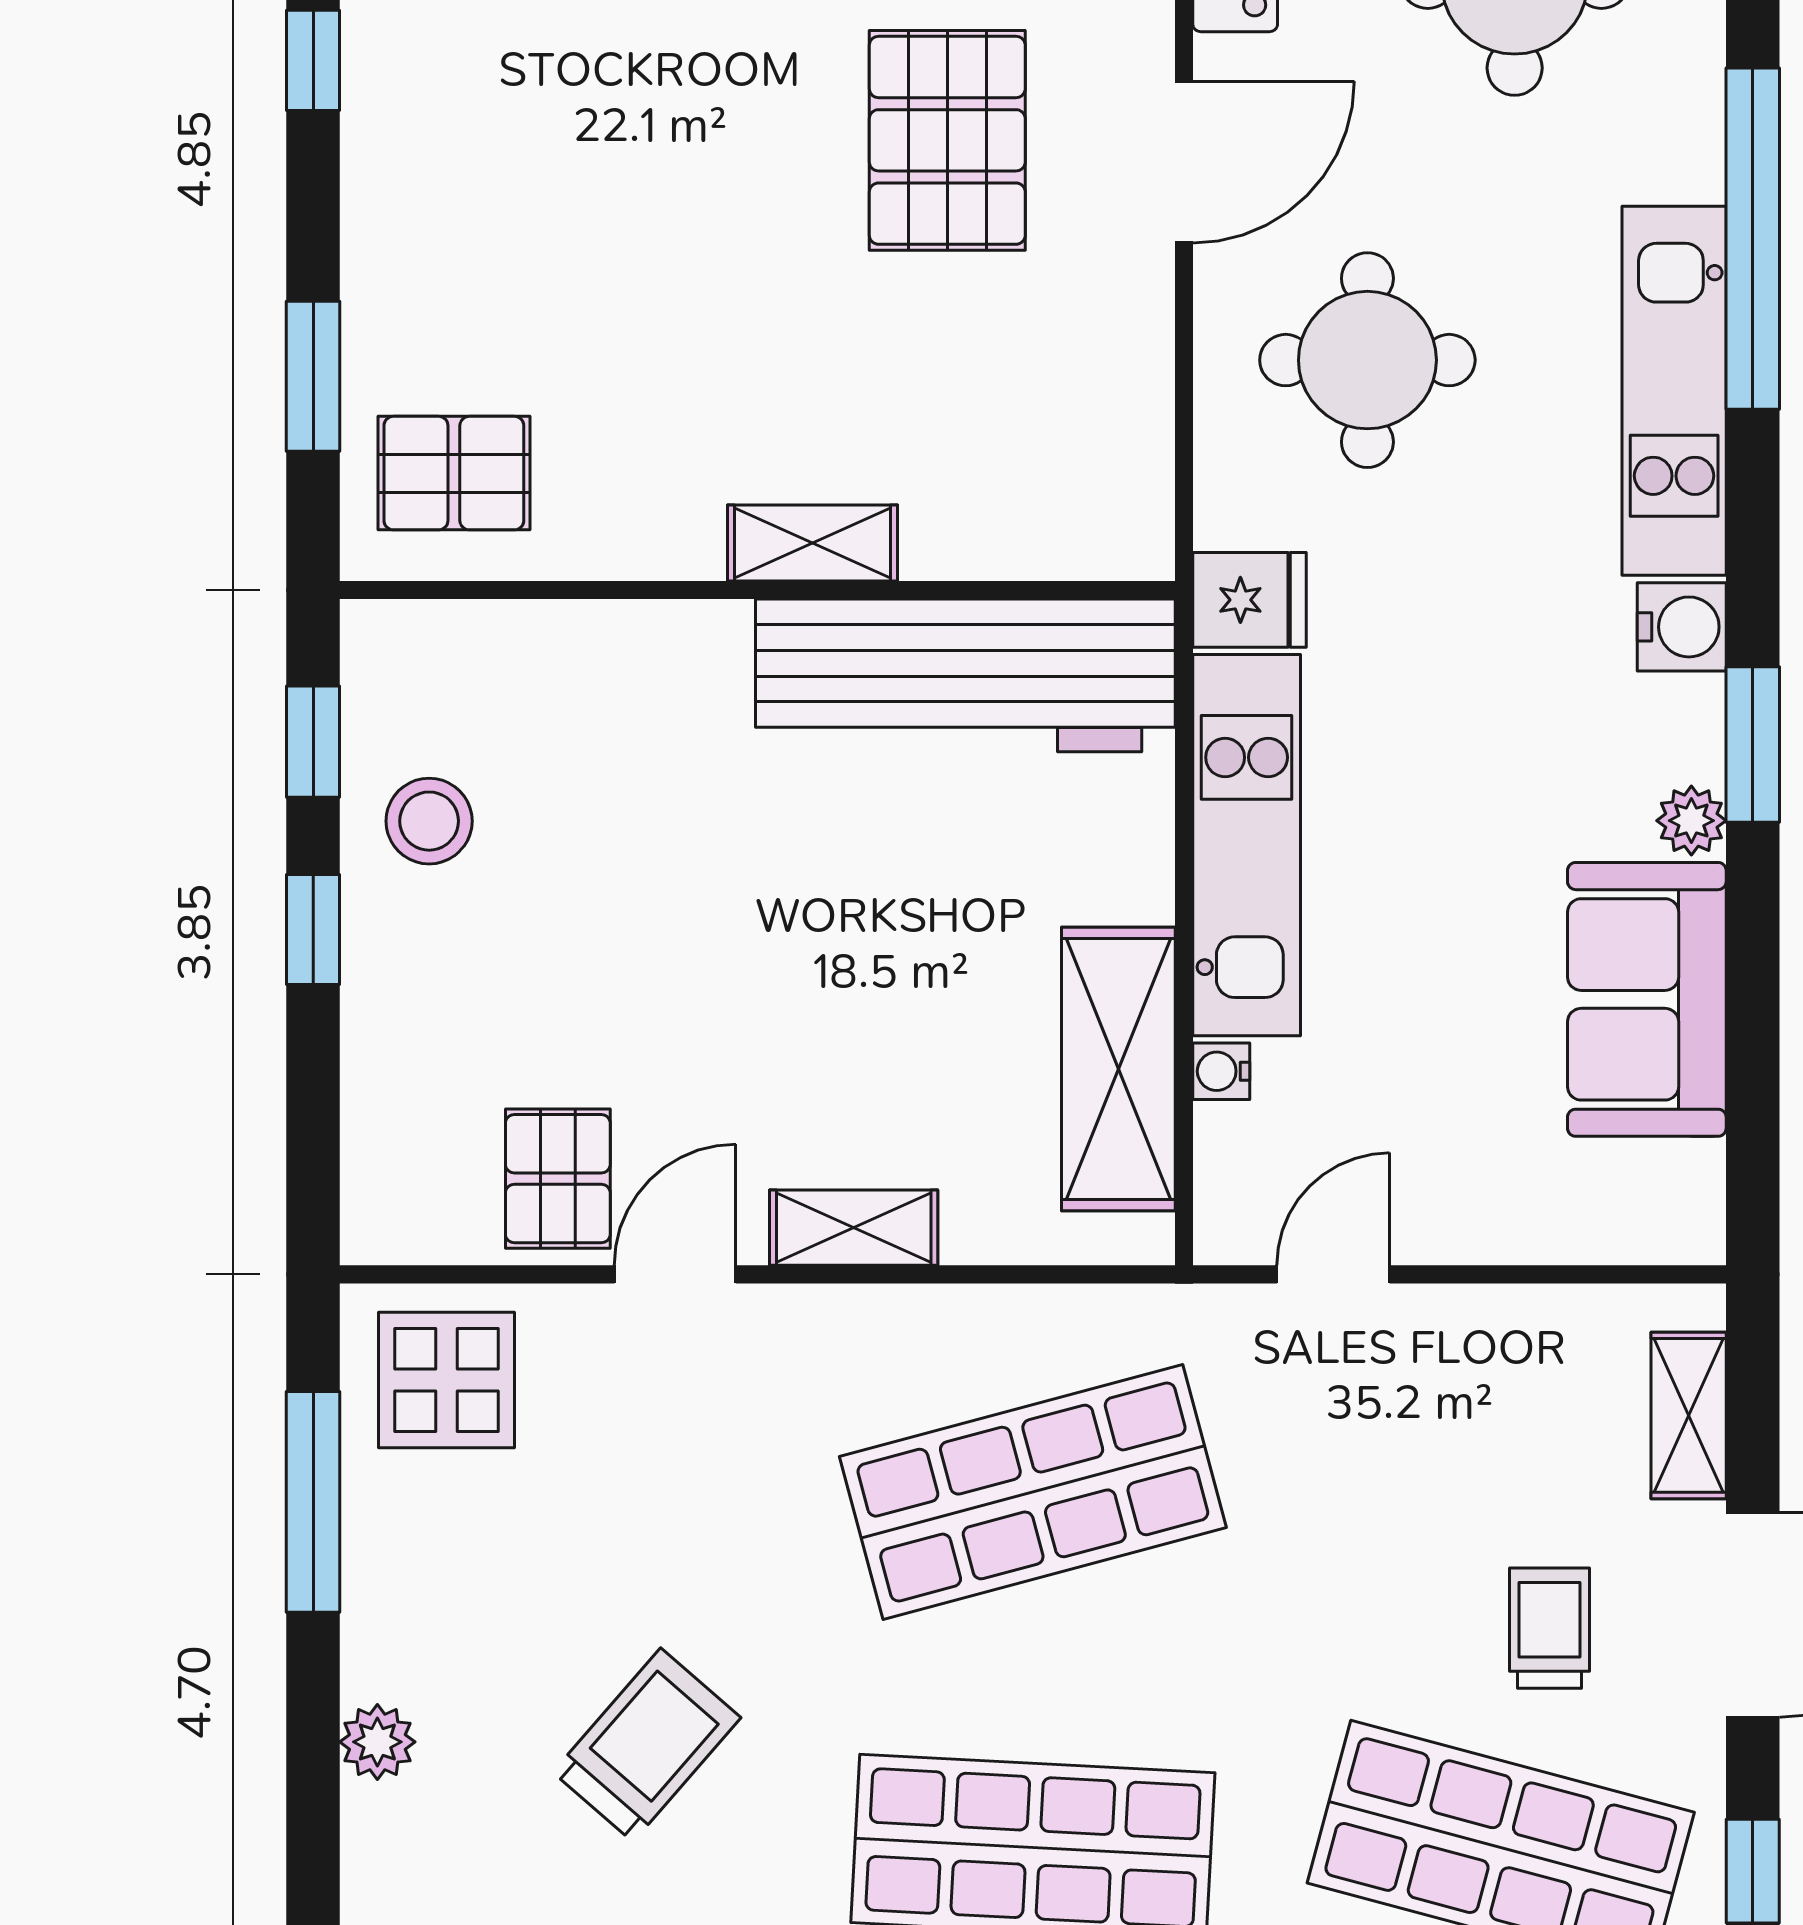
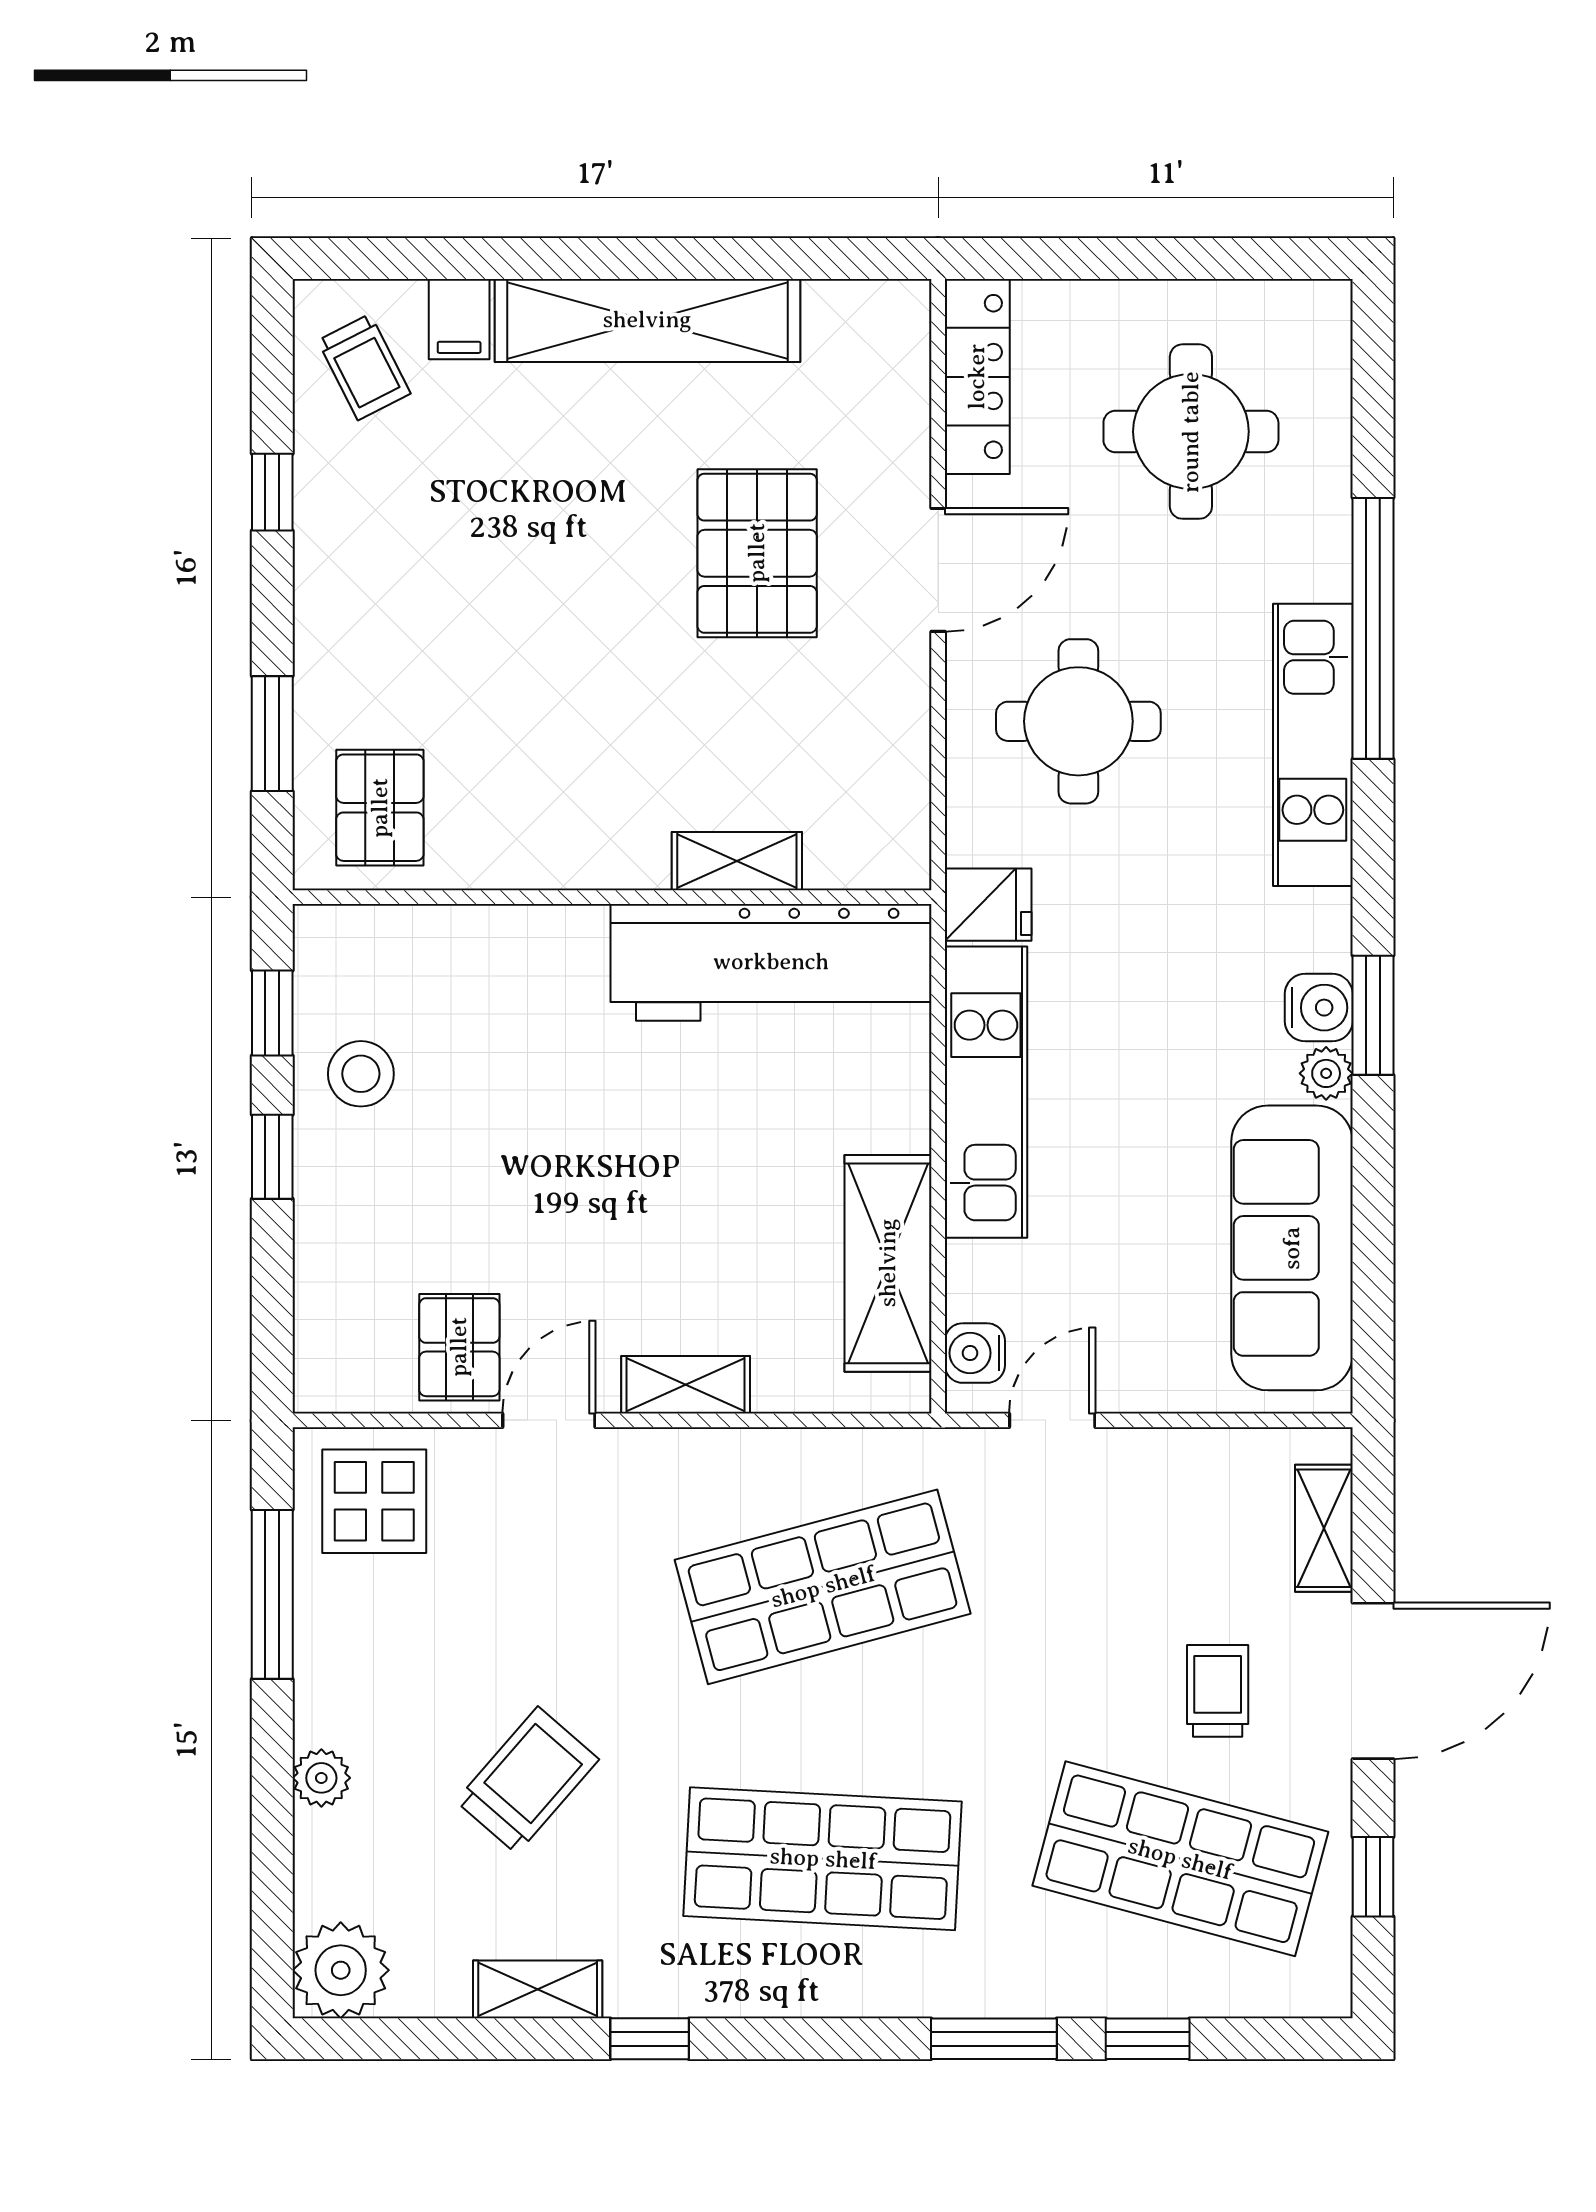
pallet: (454, 473) -> (380, 808), turned 90
shelving: (812, 543) -> (737, 861), moved
water cooler: (1682, 627) -> (1319, 1008), moved
sofa: (1647, 999) -> (1292, 1248), width x1.36
water cooler: (1221, 1071) -> (975, 1353), moved, width x1.38, depth x1.38

